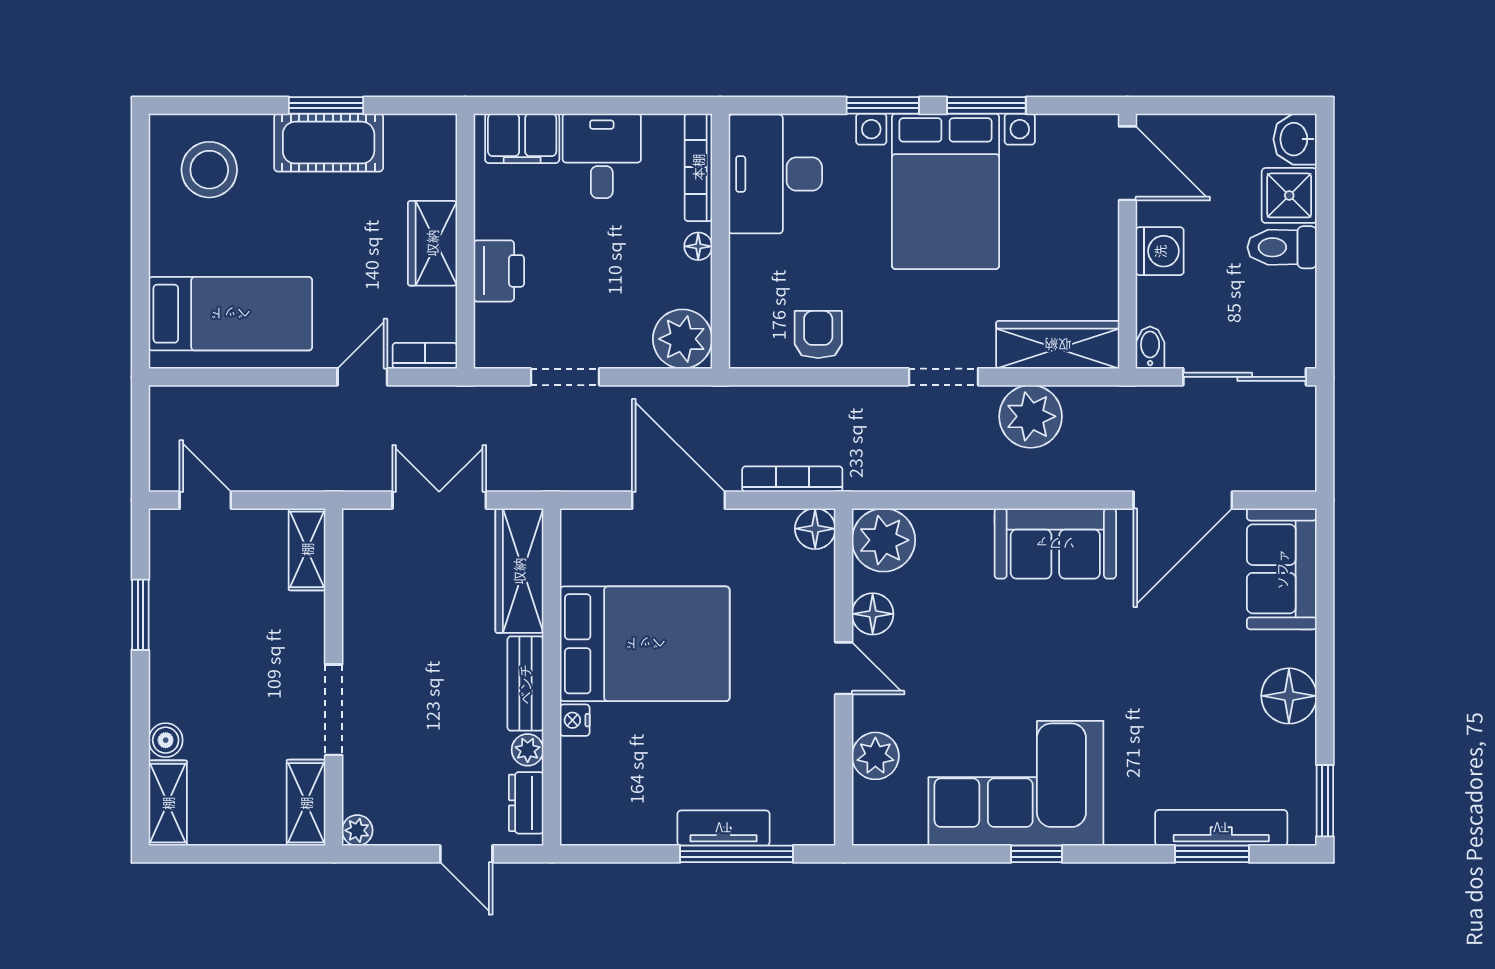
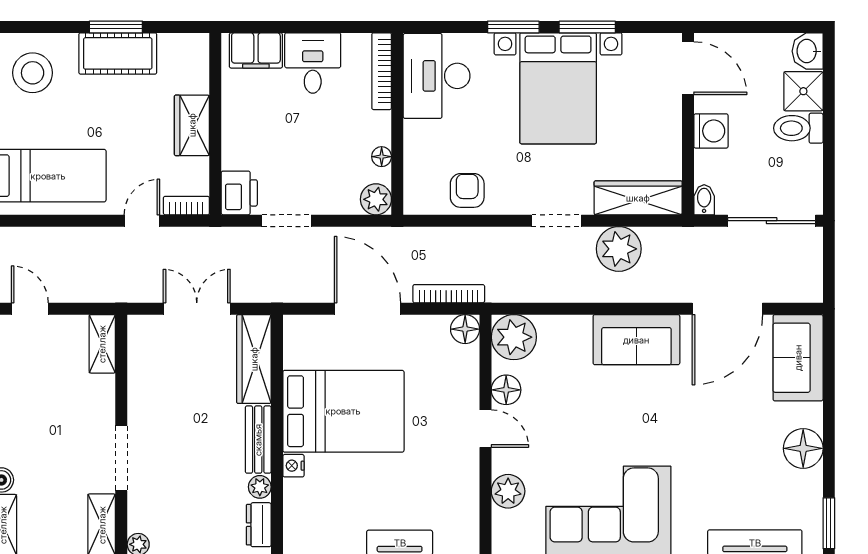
floor lamp: (698, 246) -> (382, 157), moved
printer: (499, 271) -> (239, 193), moved
plant: (682, 339) -> (376, 199), width x0.73, depth x0.73

